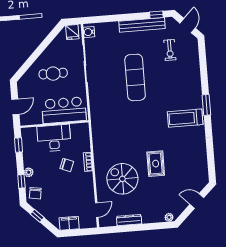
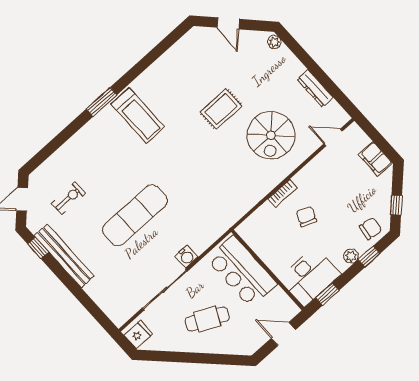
water cooler: (89, 32) -> (186, 257), moved
cafe table: (53, 74) -> (207, 319), turned -64
desk: (54, 138) -> (310, 277), moved, turned -90

